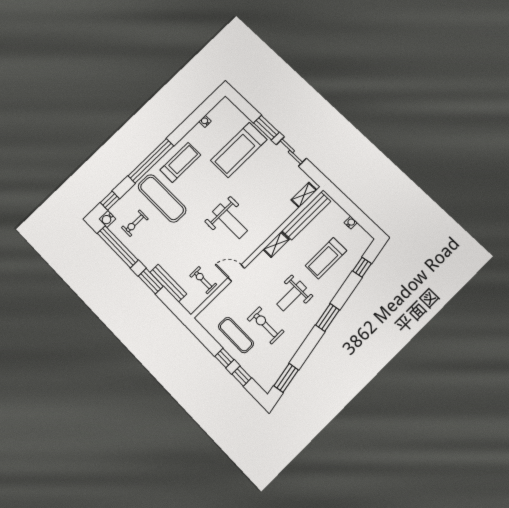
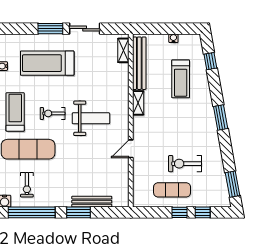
treadmill: (239, 150) -> (47, 63), turned 90
exercise bike: (203, 280) -> (53, 113), moved
weight bench: (292, 296) -> (183, 127), removed

